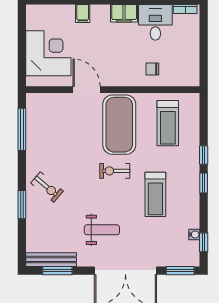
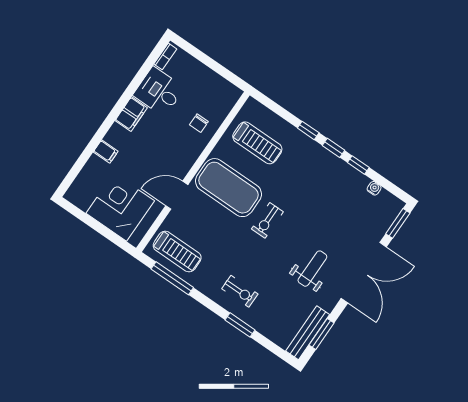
exercise bike: (47, 187) -> (240, 291), turned 50
treadmill: (155, 194) -> (177, 252), moved
window: (204, 242) -> (358, 165), moved

